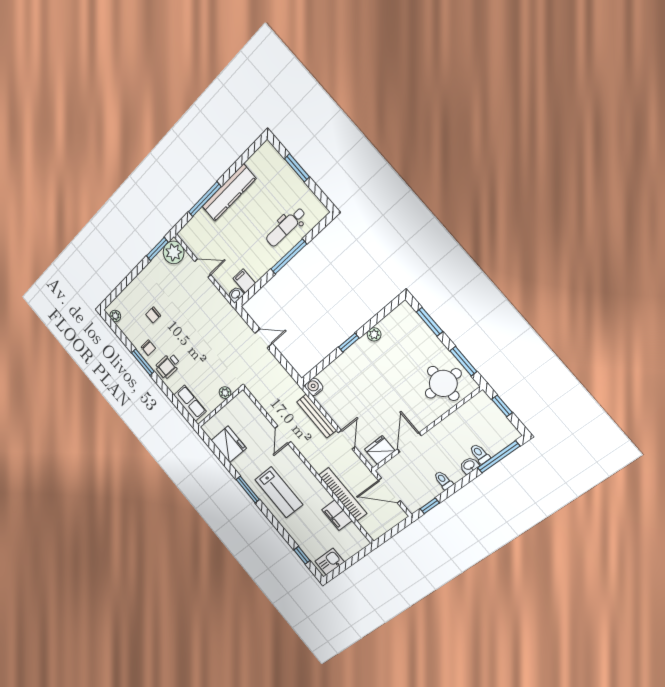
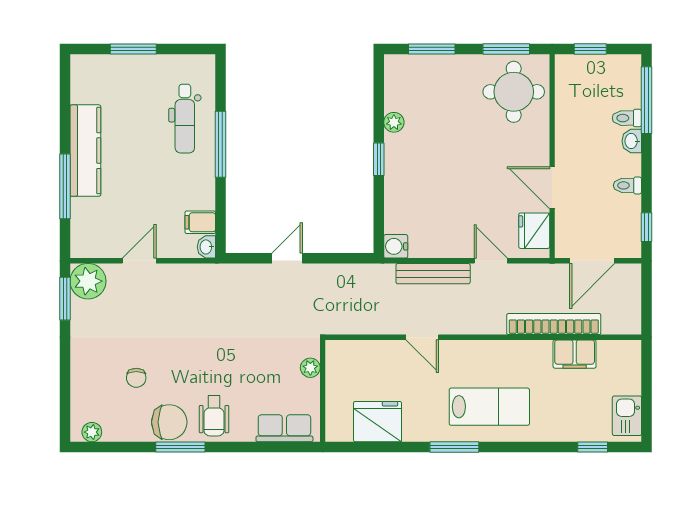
chair: (148, 348) -> (169, 422), width x1.87, depth x1.87

